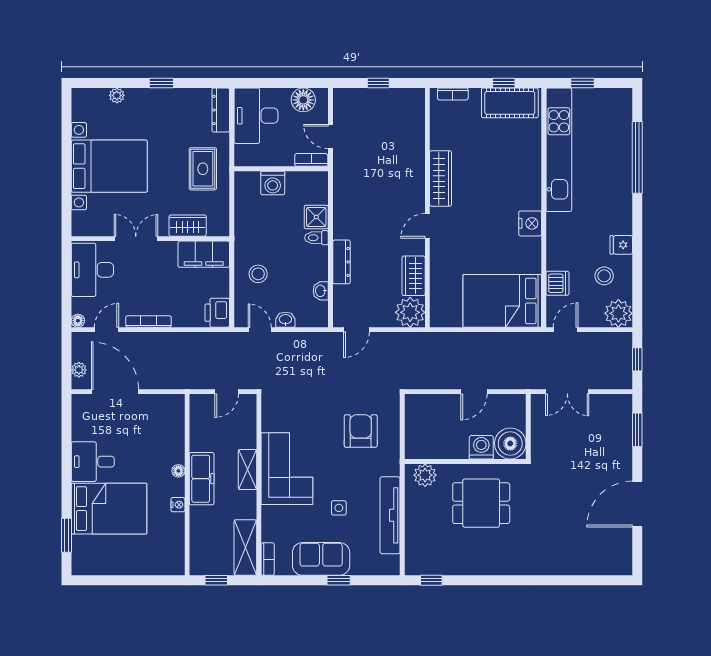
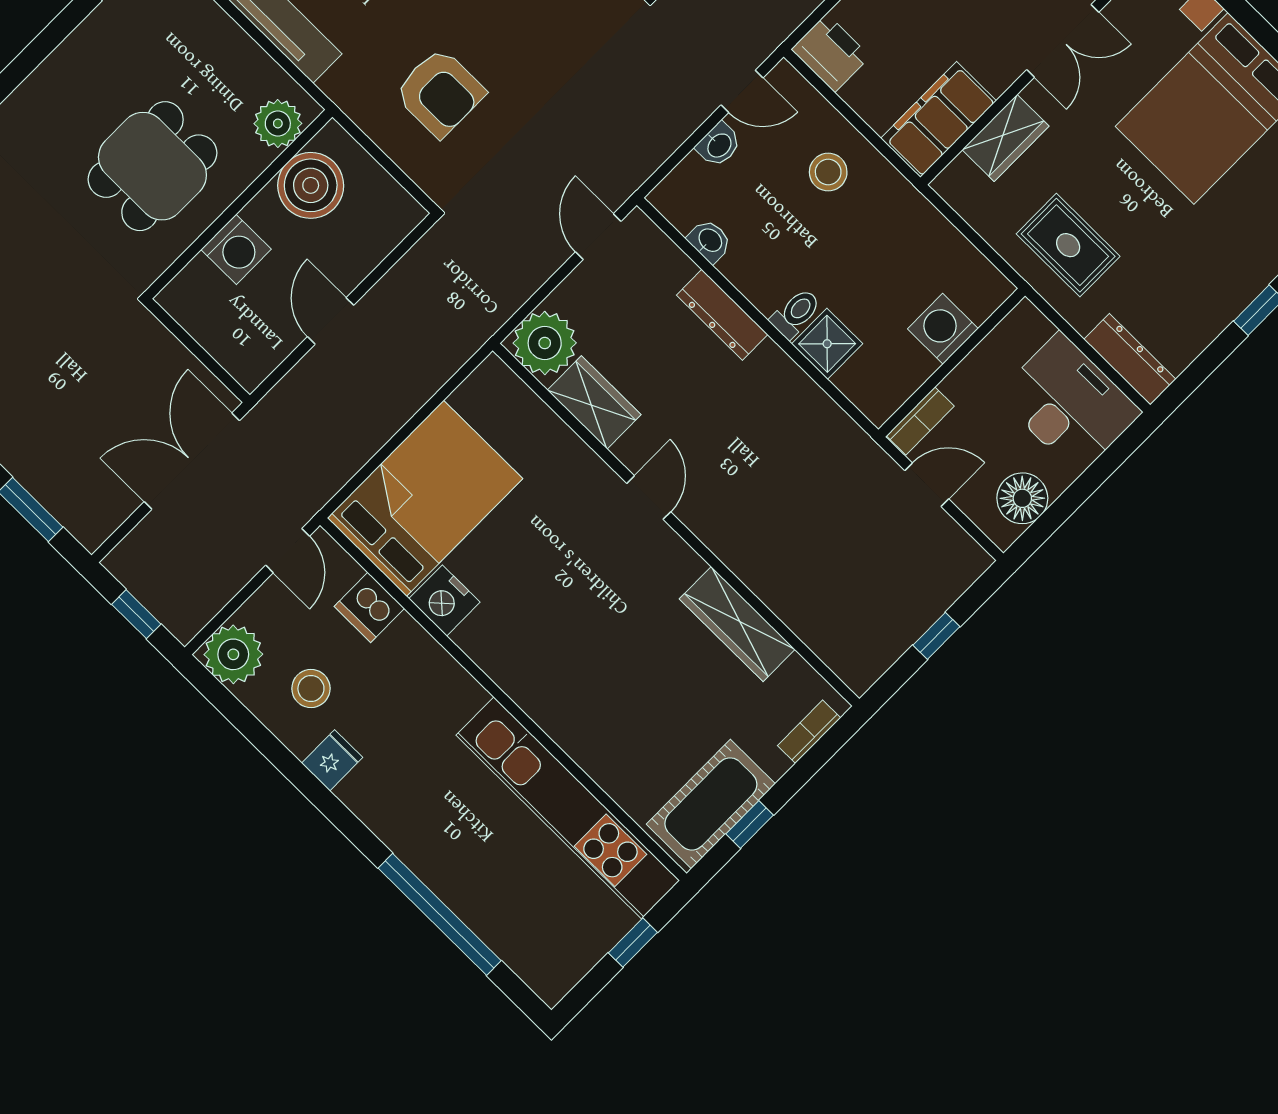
wardrobe: (441, 178) -> (737, 624), moved
nightstand: (530, 223) -> (444, 600), moved
double door: (567, 392) -> (192, 461), width x1.37
boiler: (510, 443) -> (311, 185), moved

